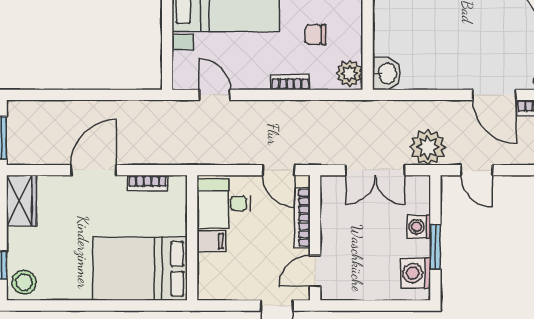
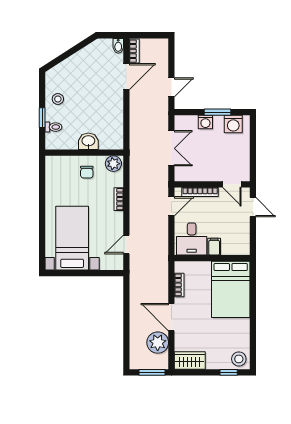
chair: (315, 35) -> (87, 172), moved
washbasin: (387, 73) -> (88, 141), moved
plant: (428, 147) -> (158, 343), moved

